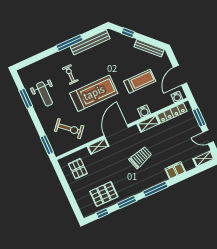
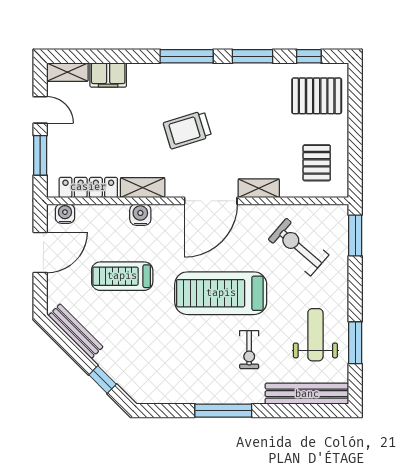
bench: (90, 42) -> (307, 394), moved
filing cabinet: (175, 170) -> (108, 75), moved
pallet: (104, 194) -> (317, 96), moved

